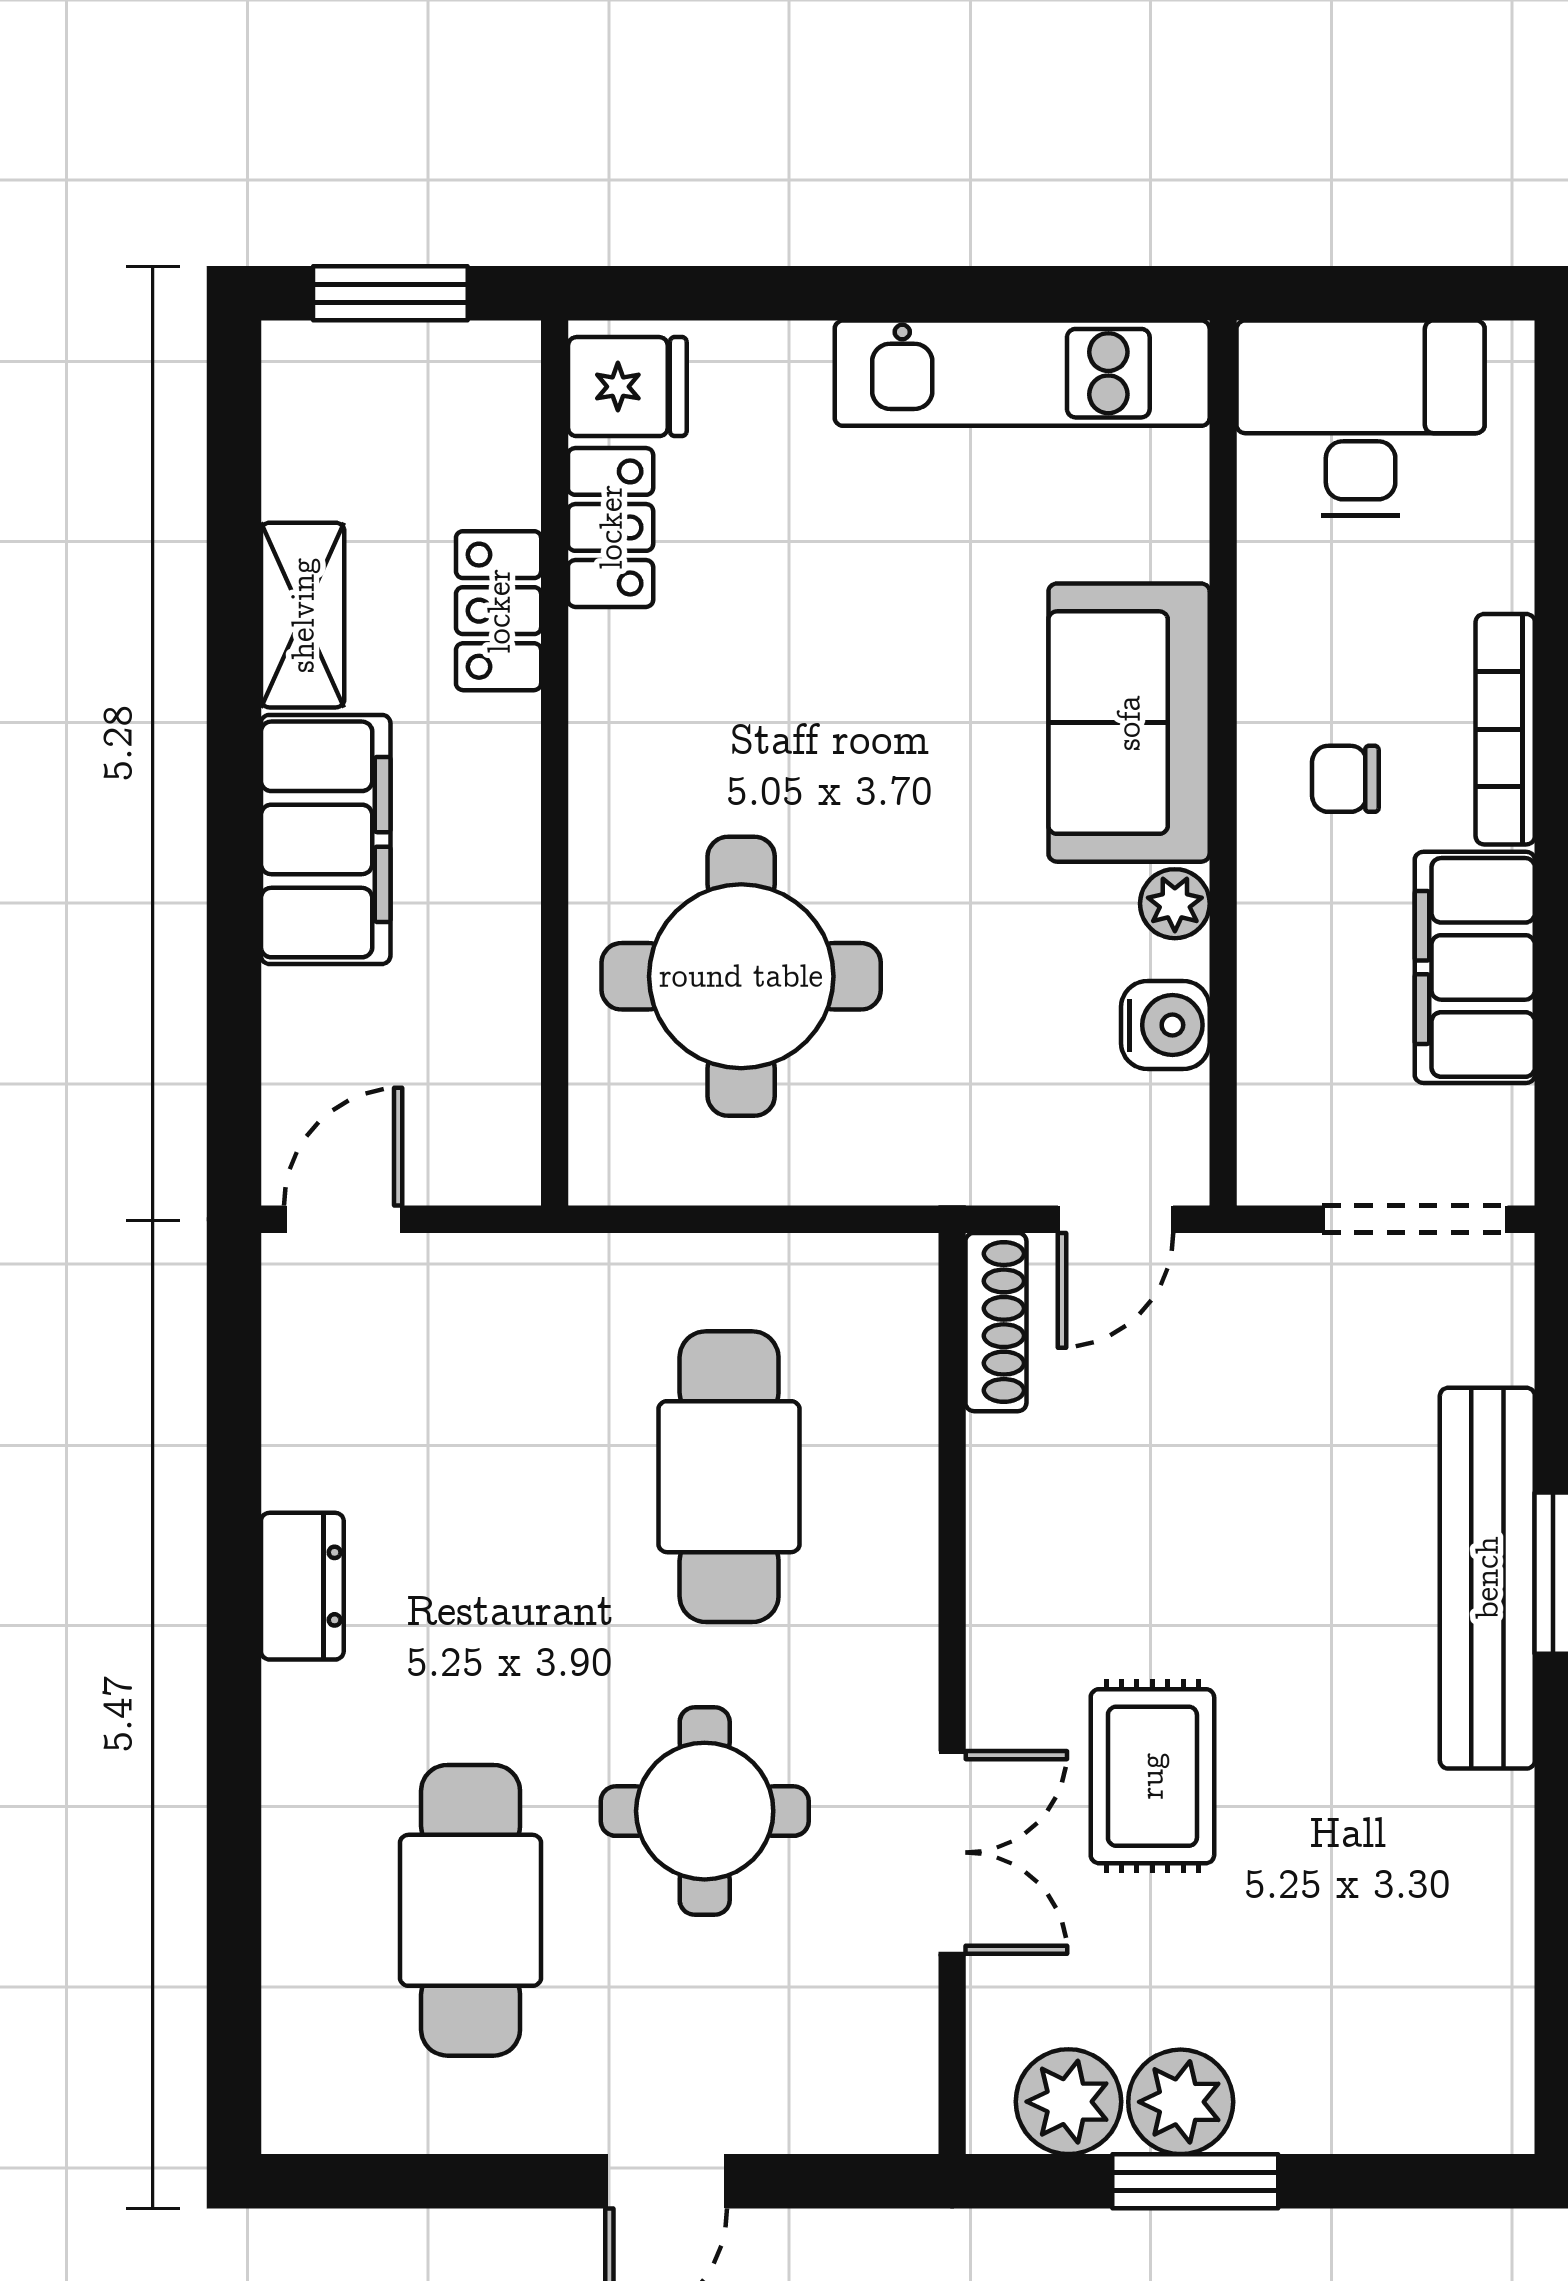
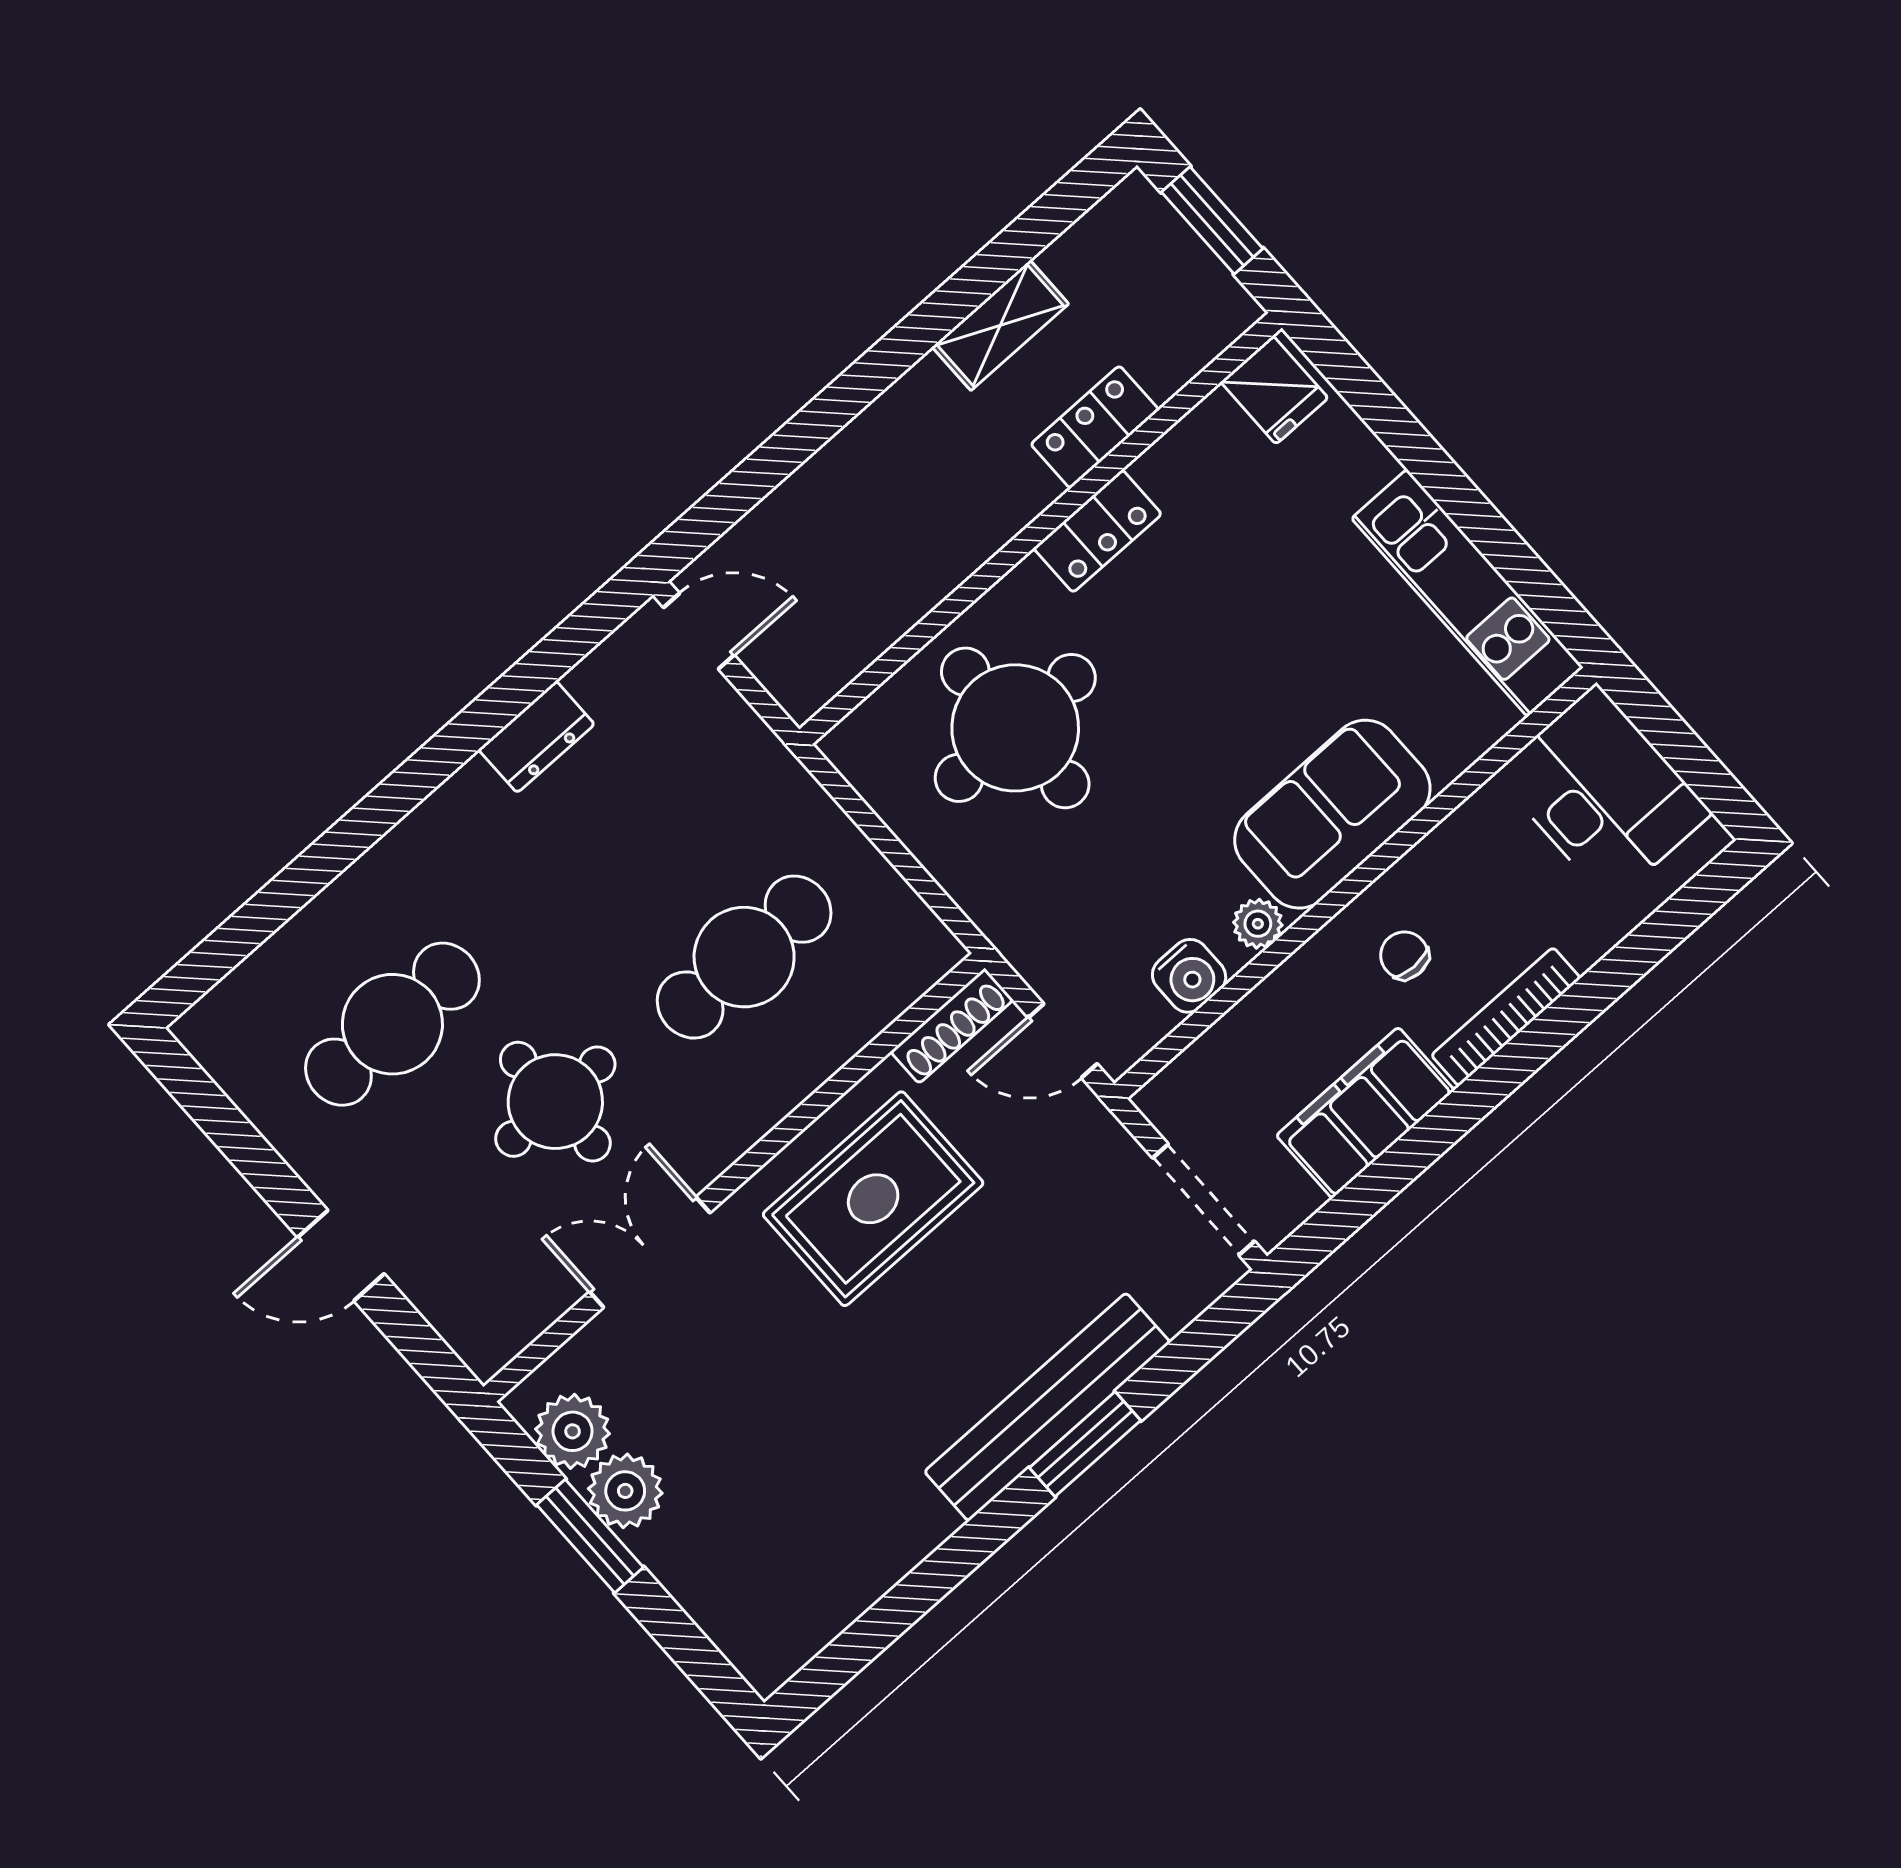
locker: (611, 527) -> (1098, 531), moved
filing cabinet: (326, 839) -> (892, 443), removed
dresser: (302, 1586) -> (536, 737), moved
rug: (1152, 1776) -> (873, 1199), moved, width x1.36, depth x1.43
double door: (952, 1852) -> (650, 1252), swing flipped

